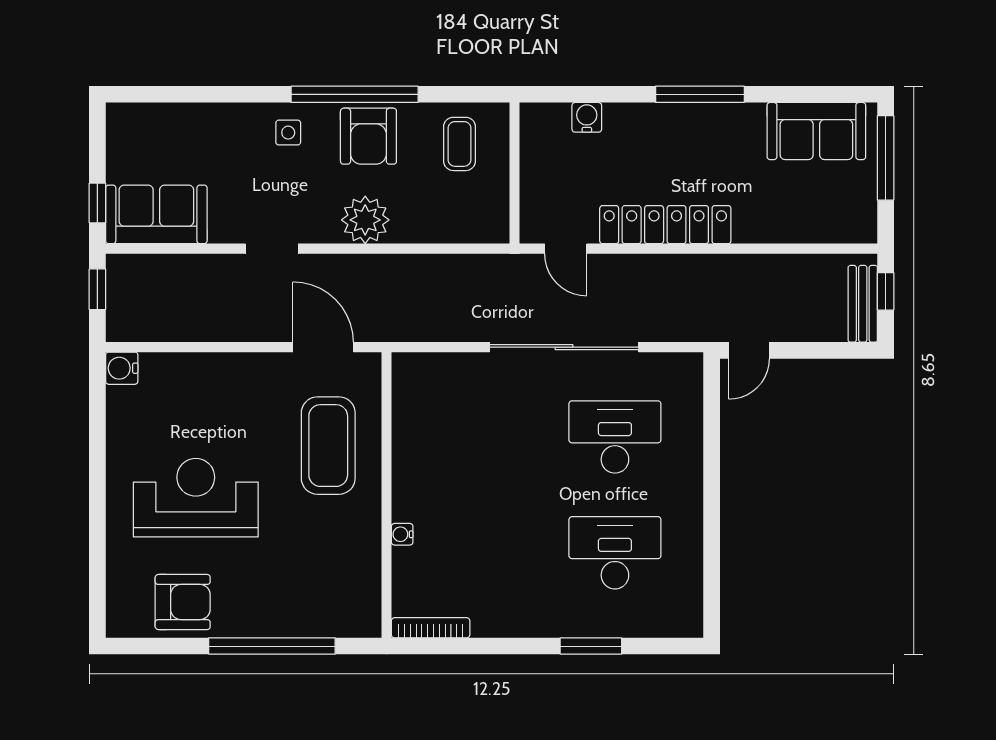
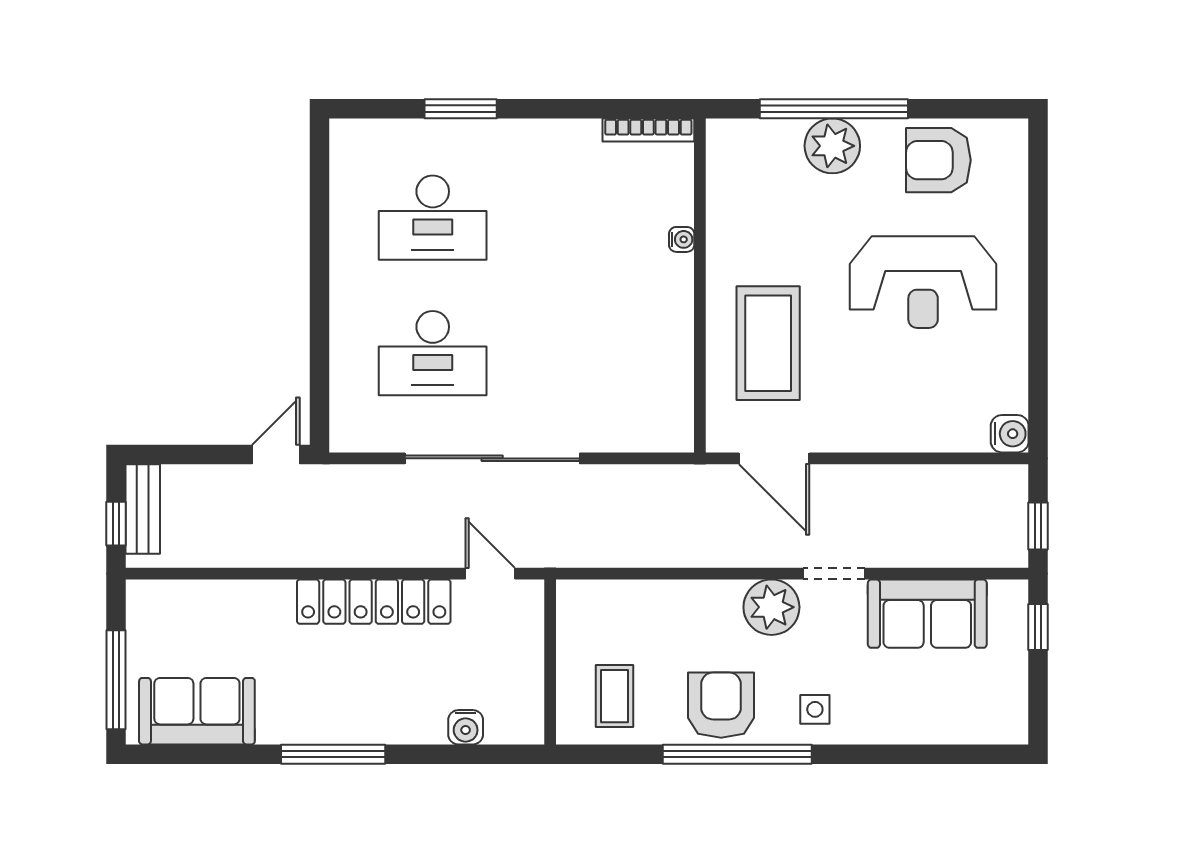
sofa: (156, 214) -> (927, 614), moved
plant: (365, 220) -> (771, 607), moved
plant: (273, 614) -> (832, 146), added

